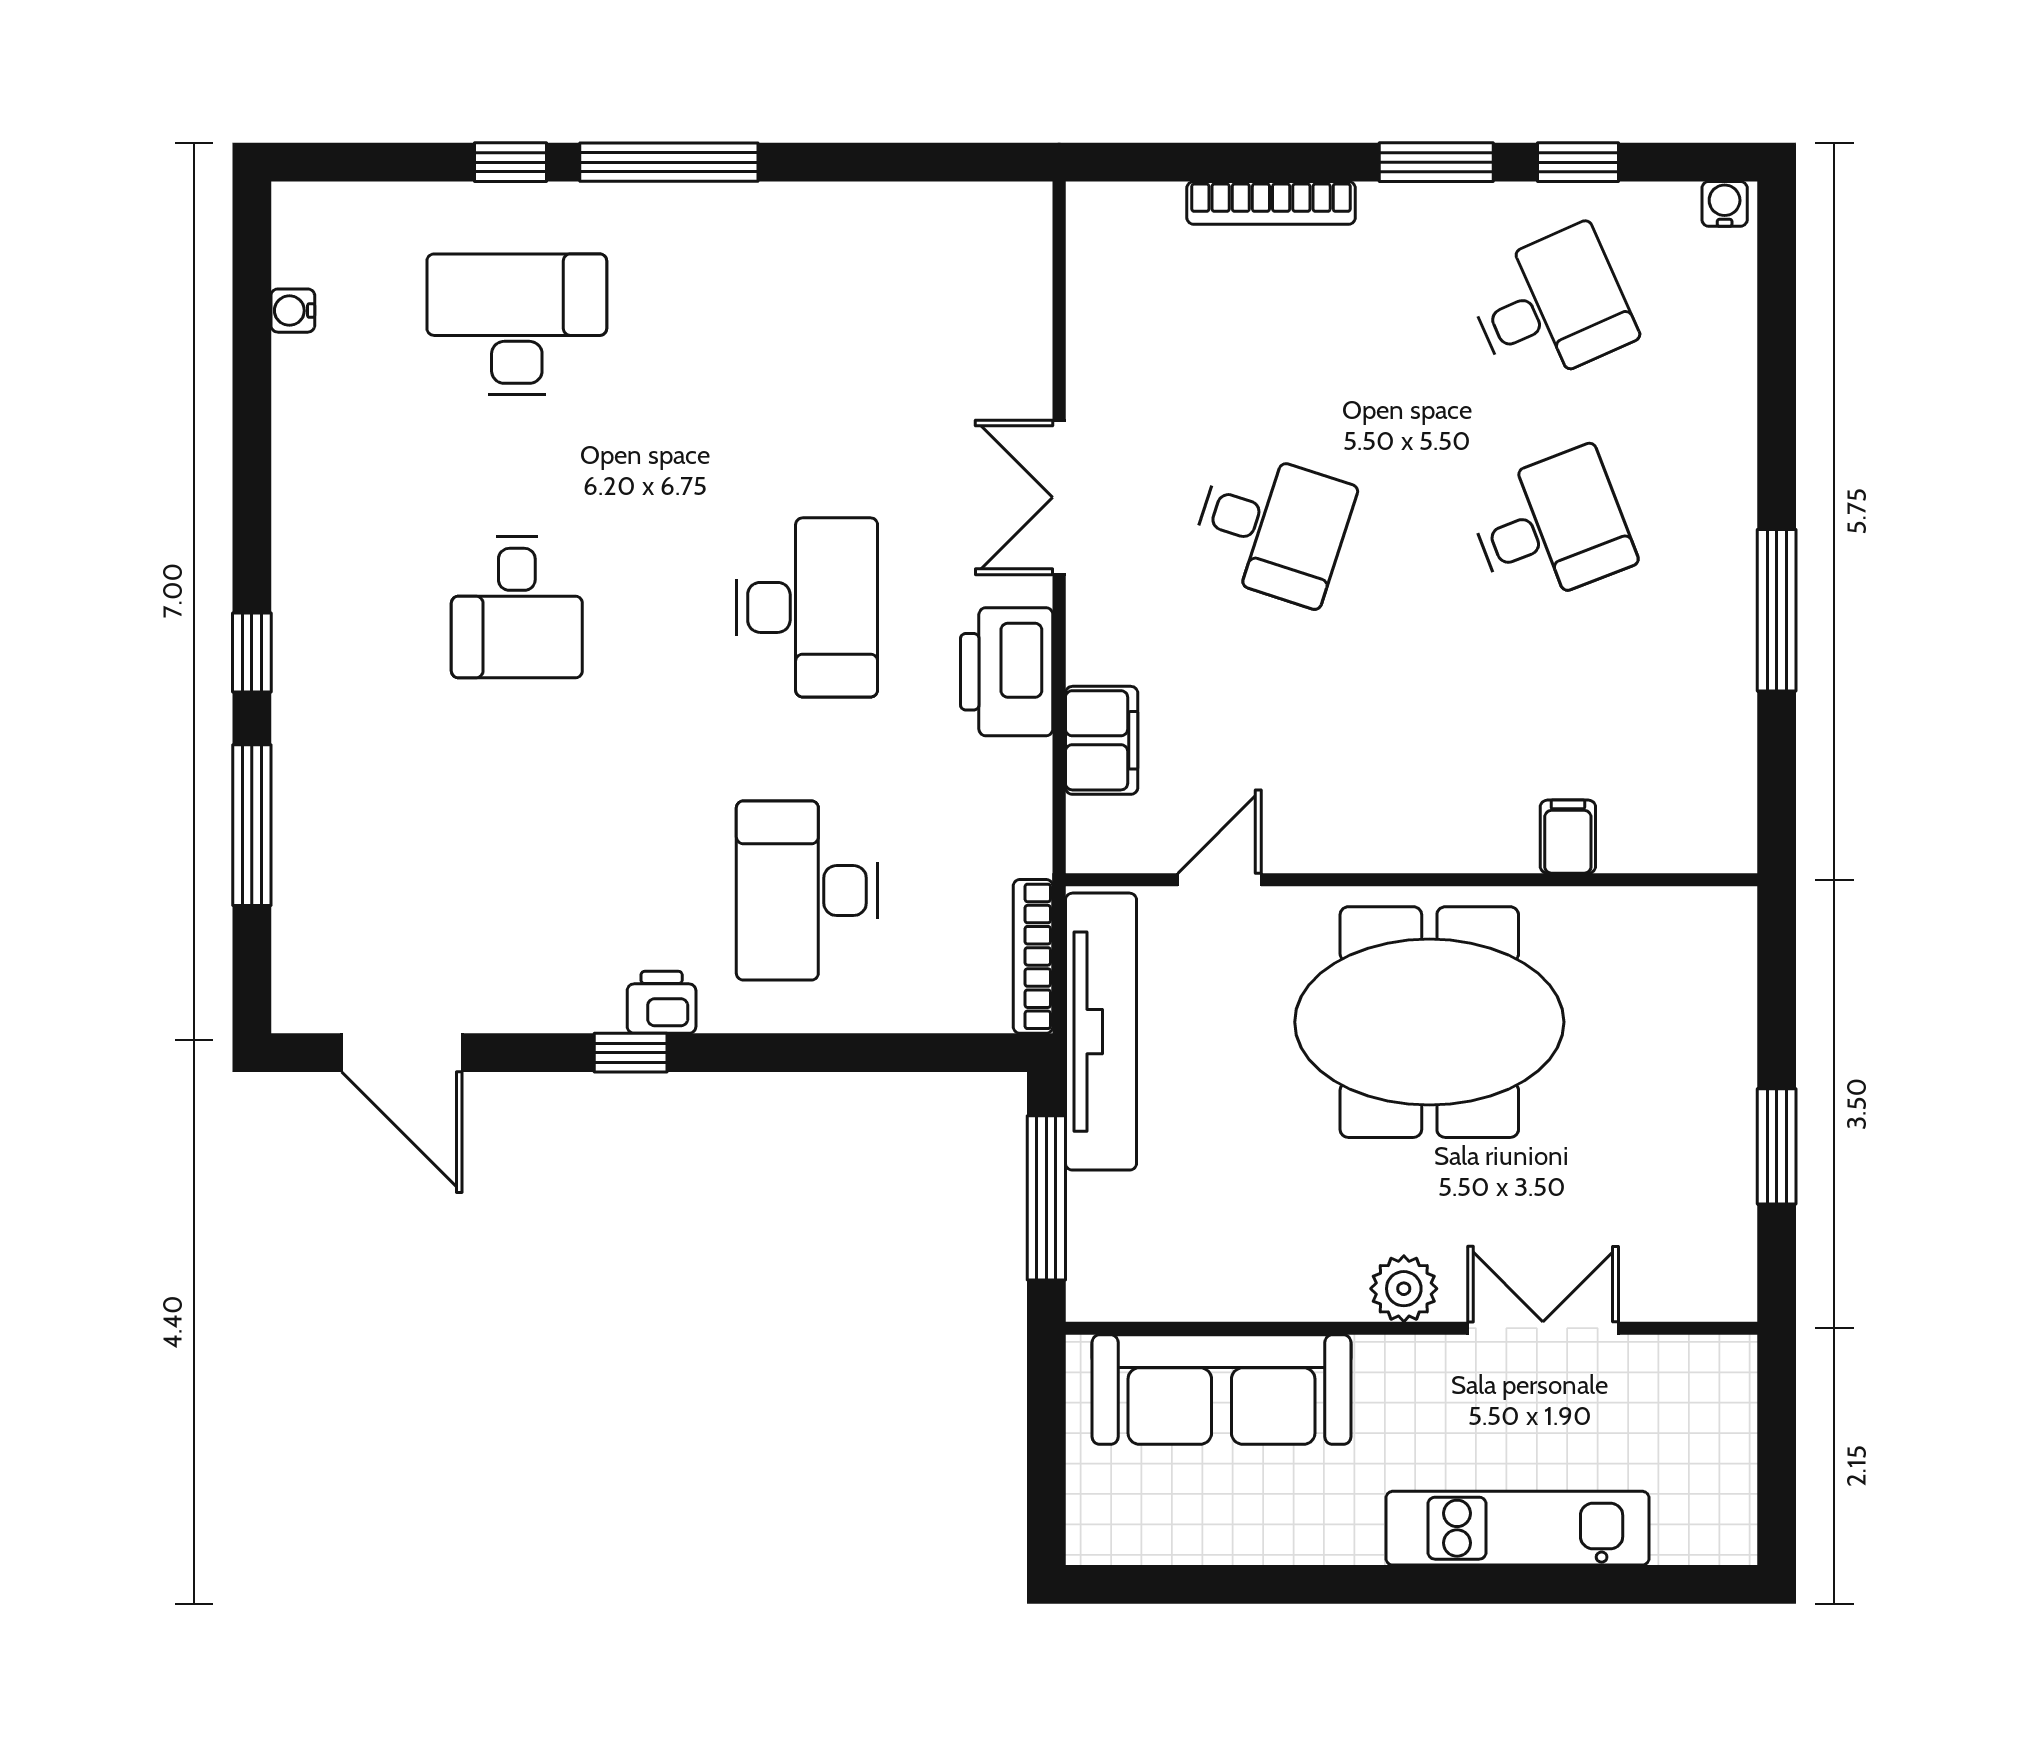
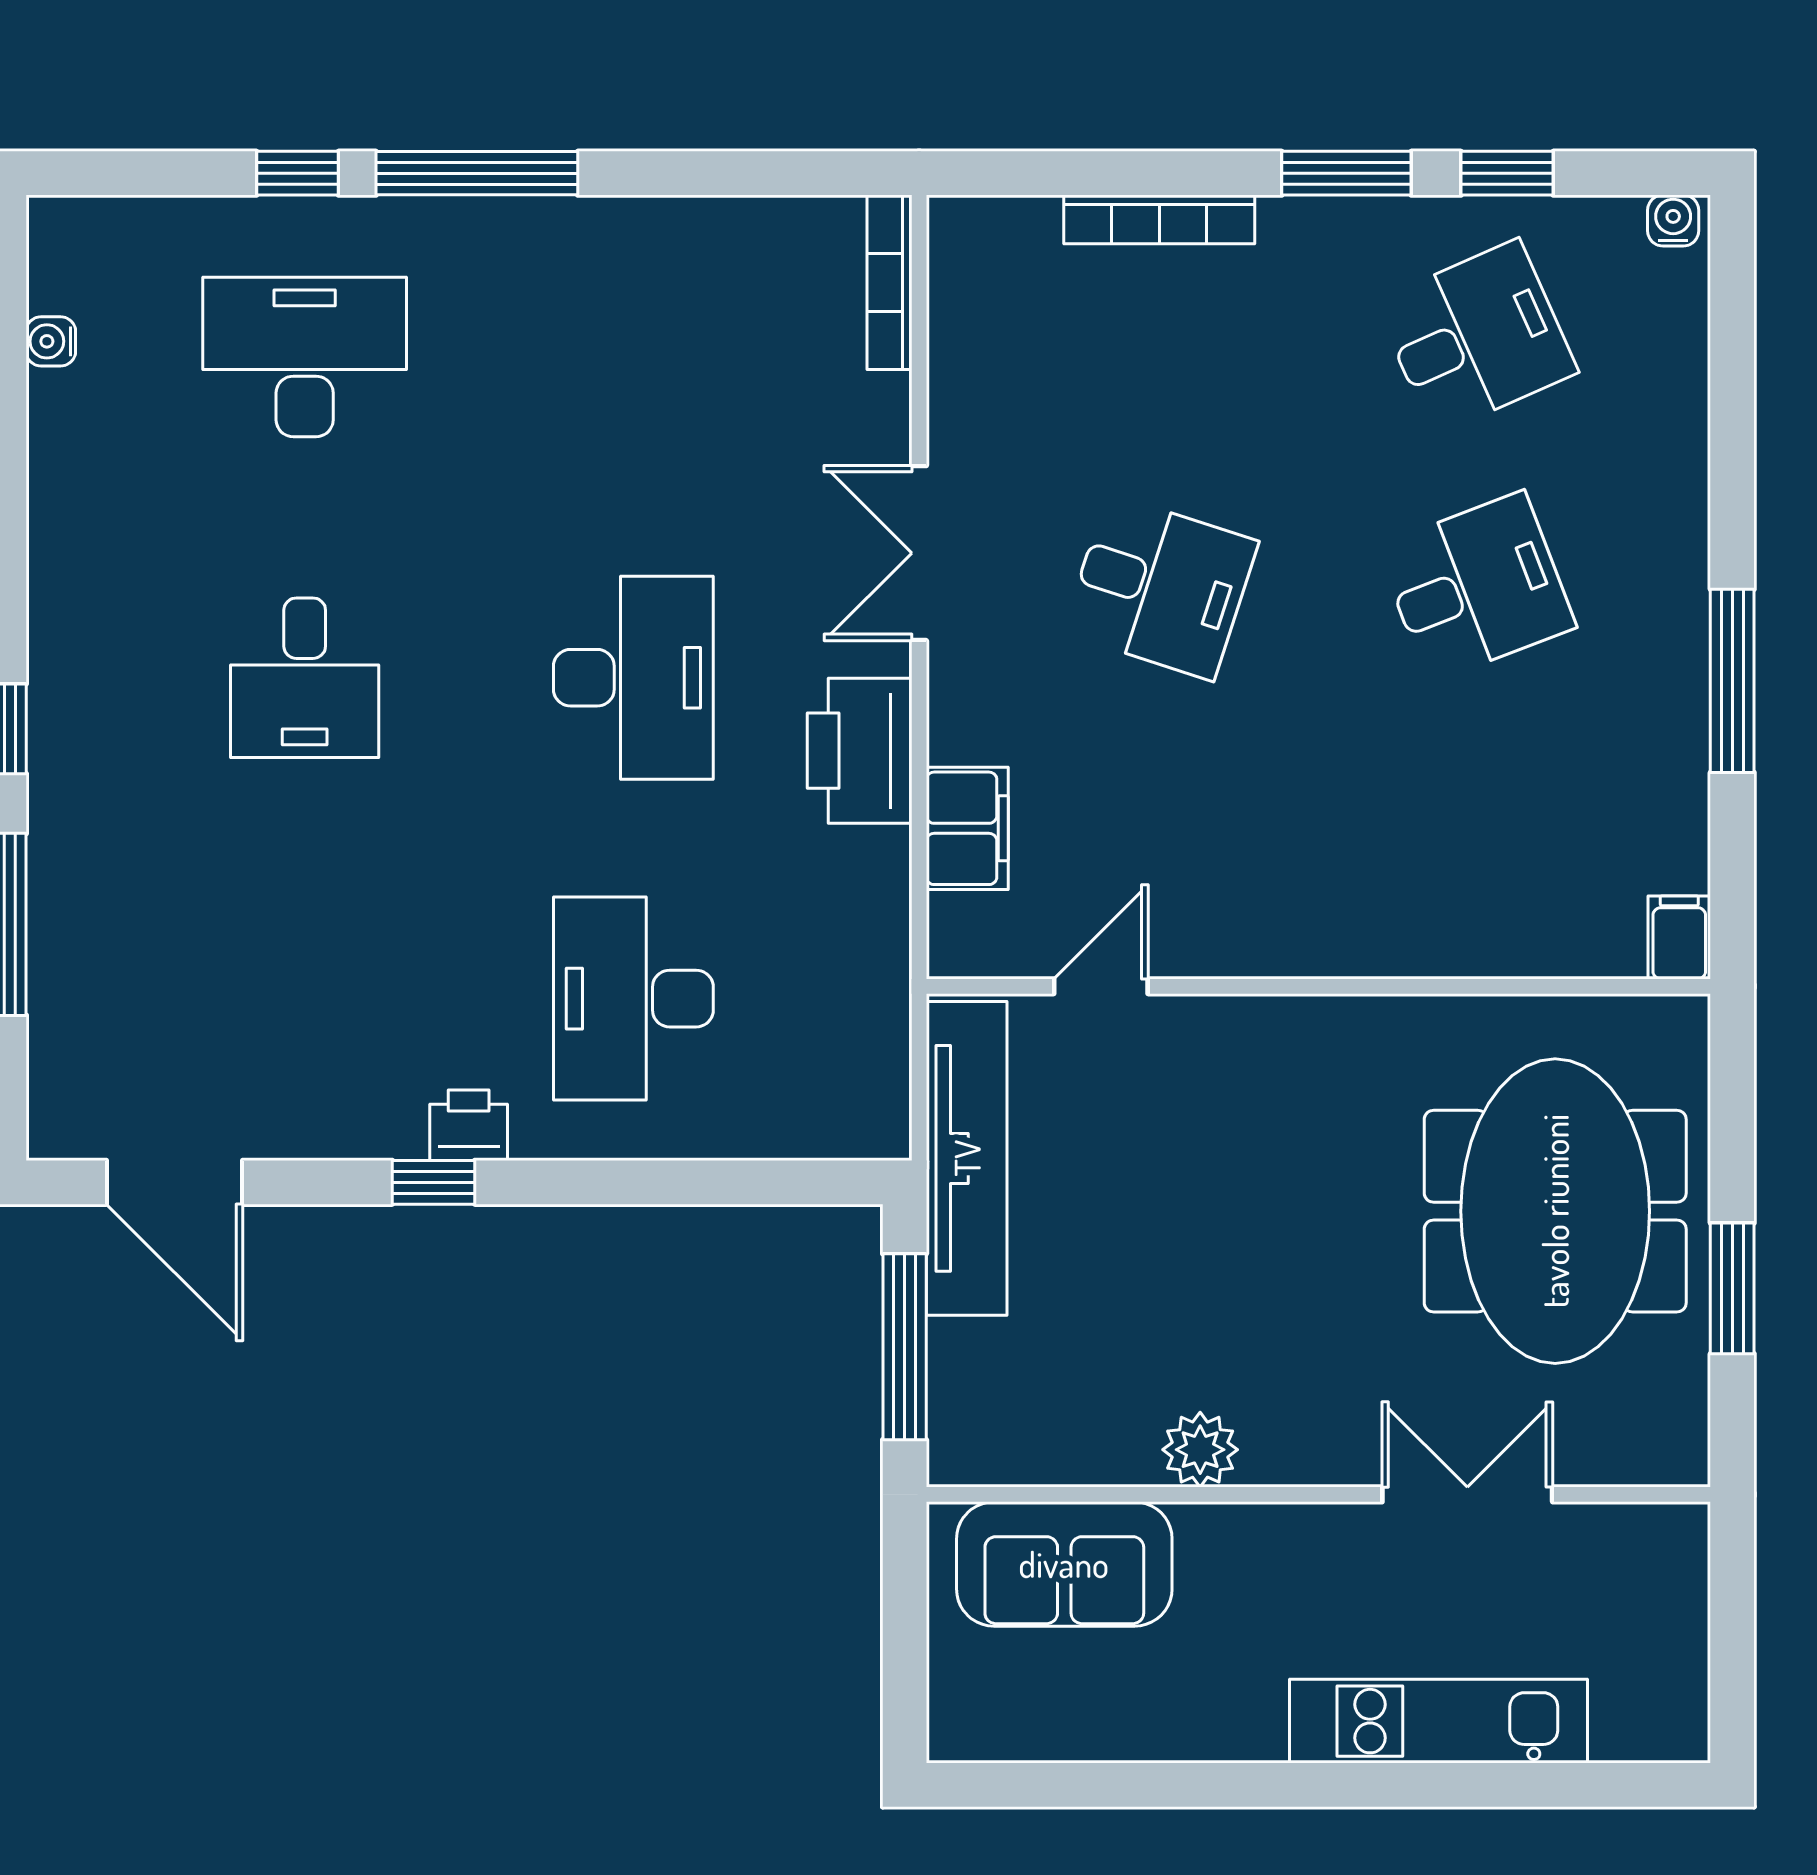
filing cabinet: (1568, 837) -> (1679, 937), moved
bookcase: (1033, 956) -> (889, 282), moved
meeting table: (1429, 1022) -> (1555, 1211), moved, turned 90
plant: (1404, 1289) -> (1200, 1450), moved
sofa: (1222, 1390) -> (1064, 1564), width x0.73

